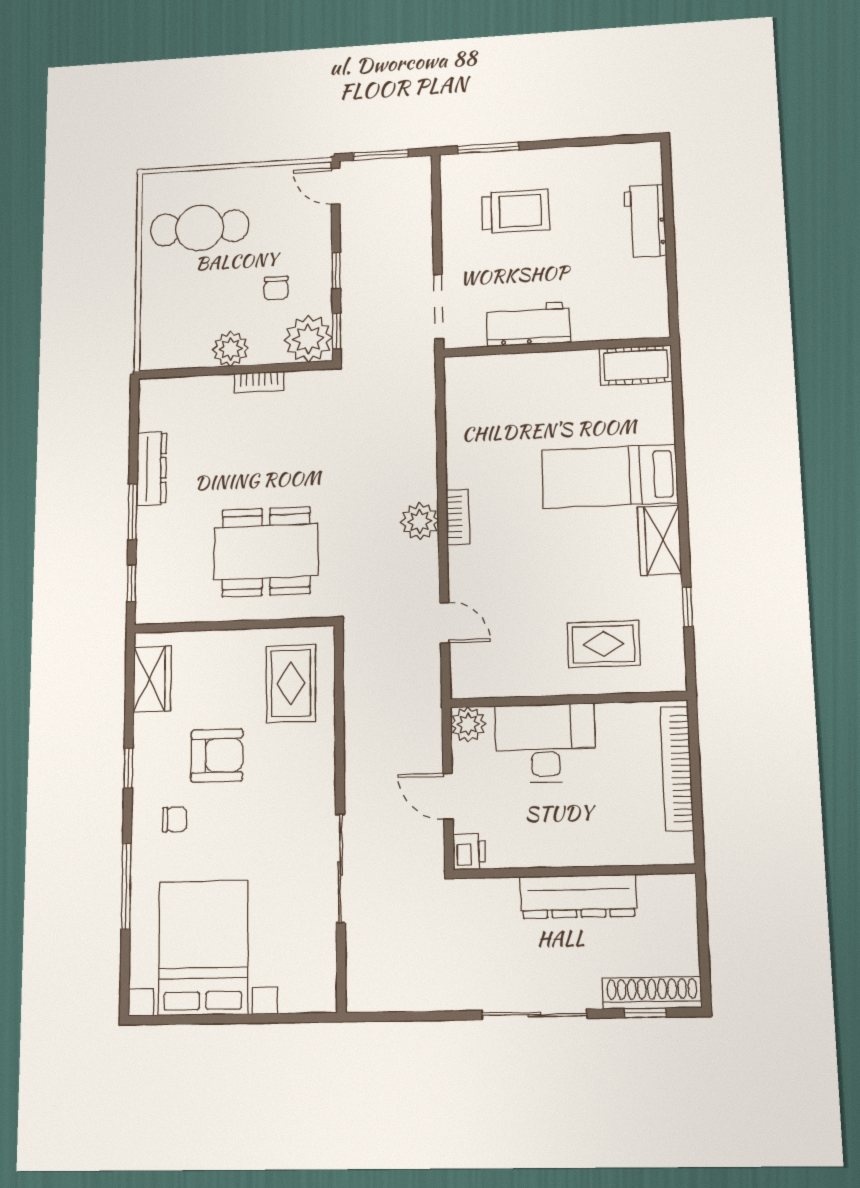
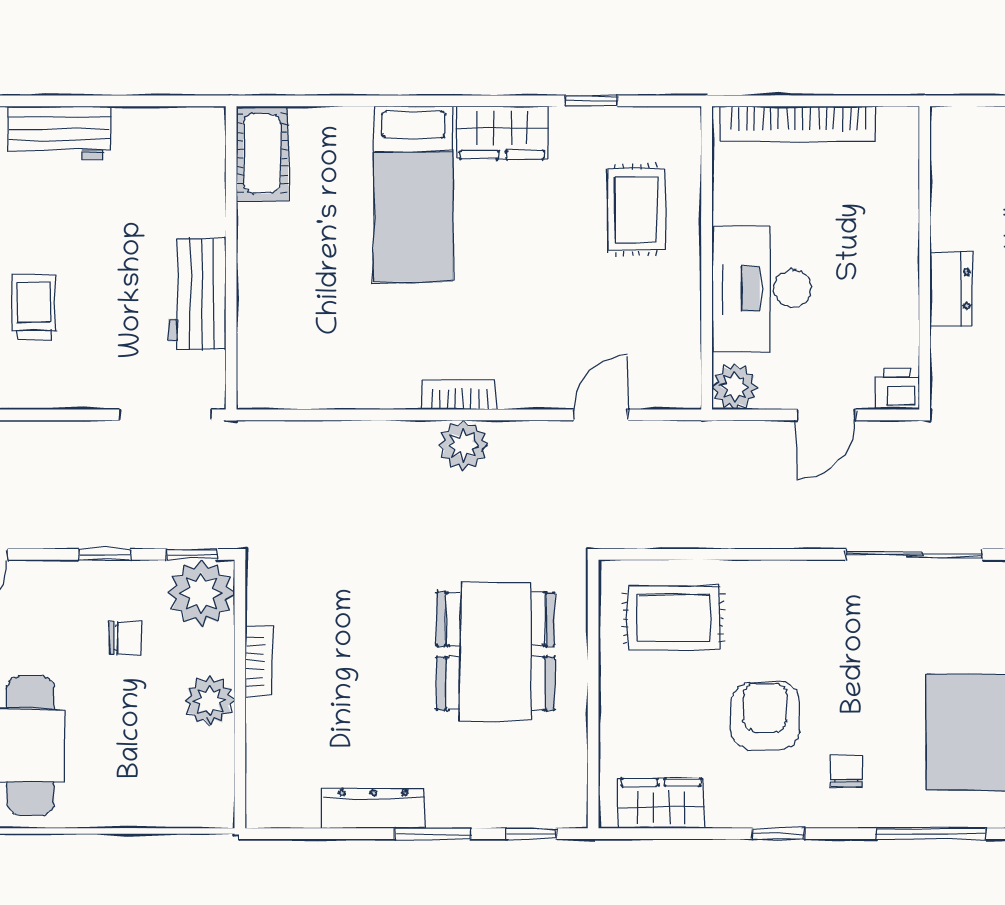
trolley: (516, 211) -> (34, 307), width x0.73, depth x0.72
dresser: (578, 896) -> (951, 289), width x0.51, depth x0.80

